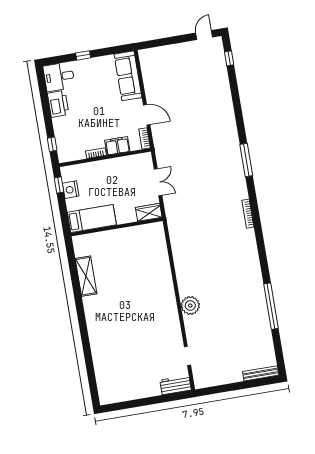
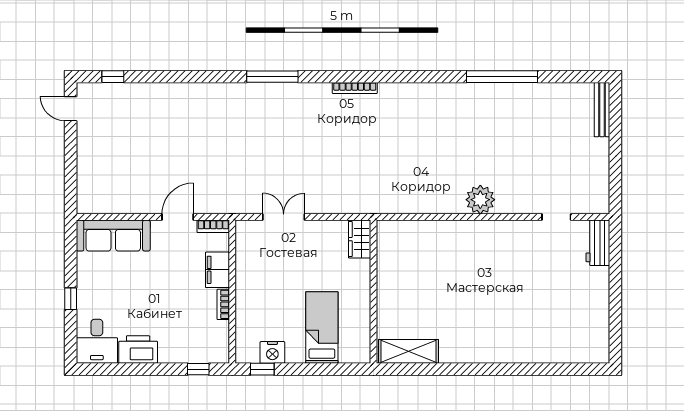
wardrobe: (149, 212) -> (360, 239), moved
wall: (117, 227) -> (374, 292), moved

